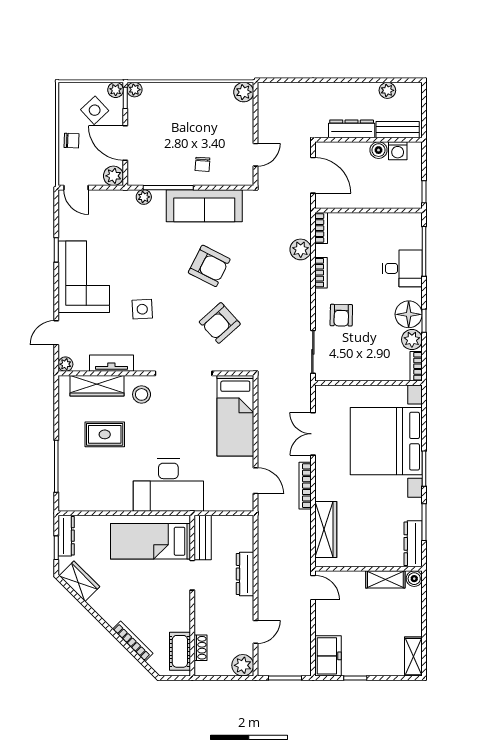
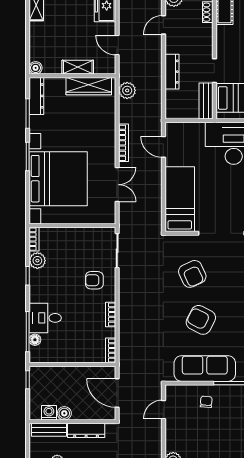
plant: (301, 249) -> (127, 90), moved
floor lamp: (409, 314) -> (35, 340), moved, width x0.53, depth x0.53
armchair: (341, 315) -> (94, 280), turned -91
armchair: (220, 323) -> (192, 274), turned 107
wardrobe: (326, 529) -> (89, 86), moved, turned -90
shelving: (385, 579) -> (78, 67), moved
door: (313, 588) -> (117, 45), moved

